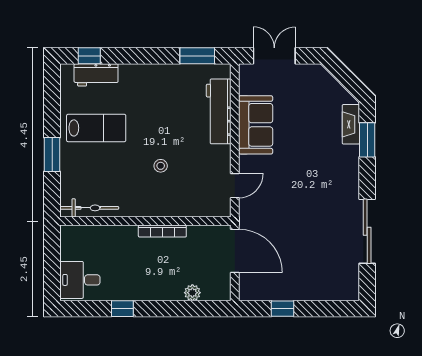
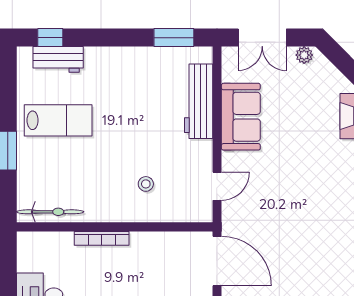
double door: (274, 56) -> (262, 38), swing flipped
plant: (311, 71) -> (304, 55), added
stool: (161, 166) -> (146, 184), moved
bookcase: (162, 231) -> (102, 238), moved

